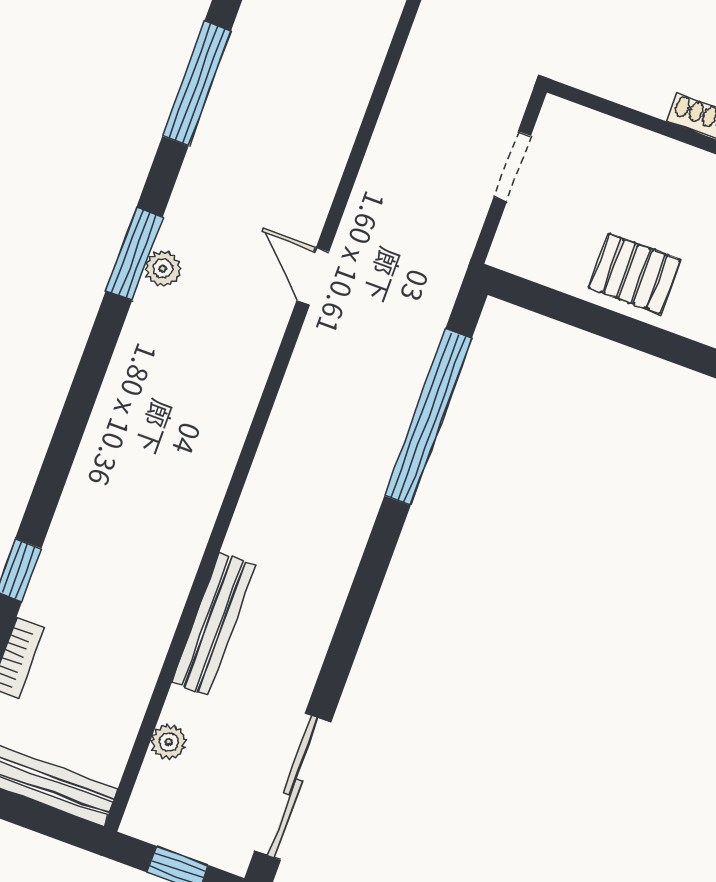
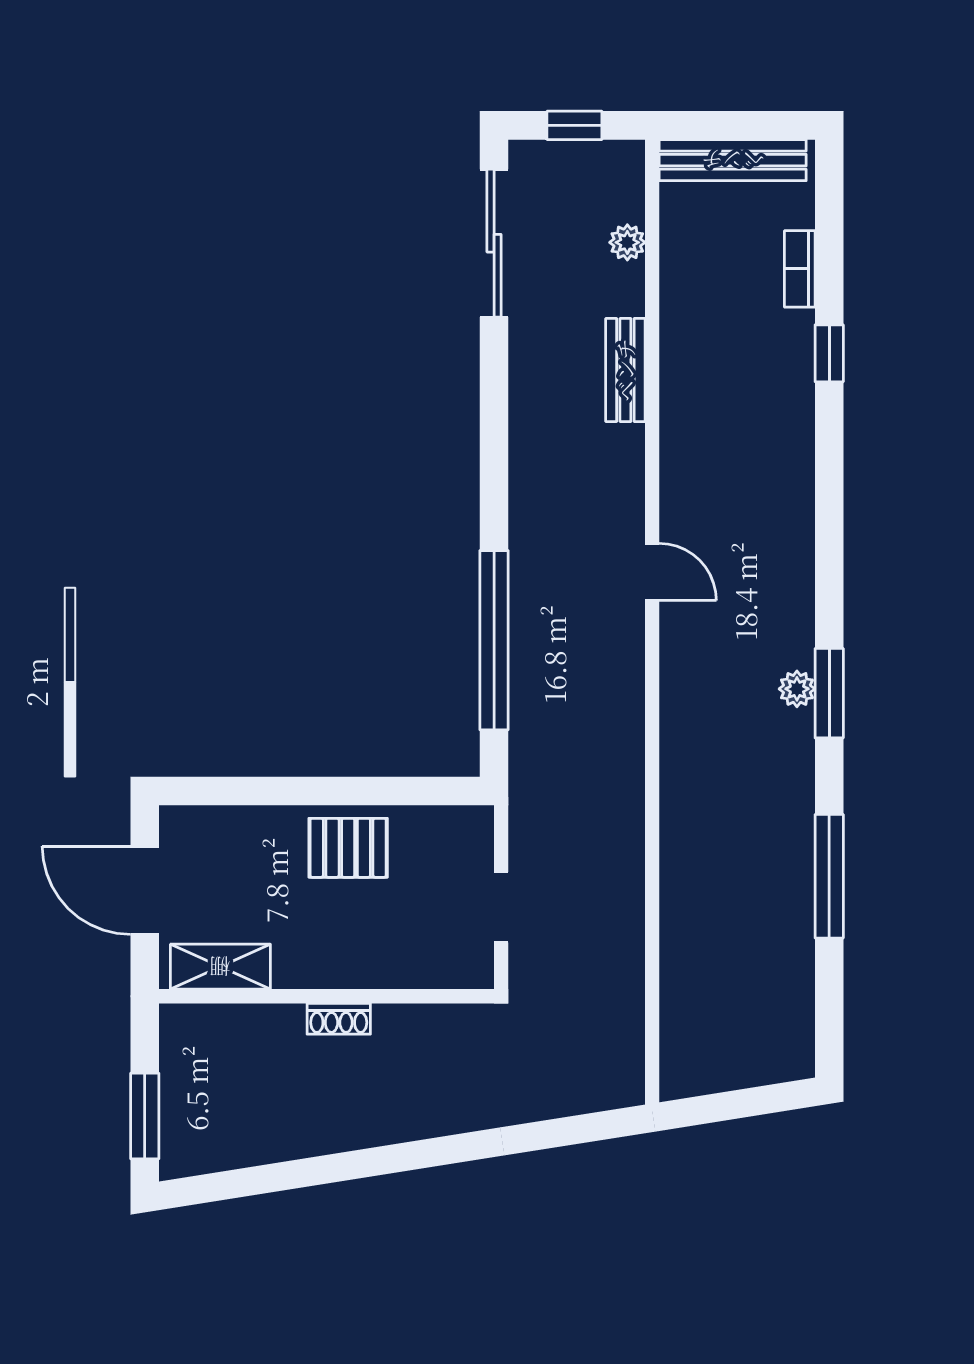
door: (313, 276) -> (652, 572), moved
bench: (214, 624) -> (625, 370), width x0.73

